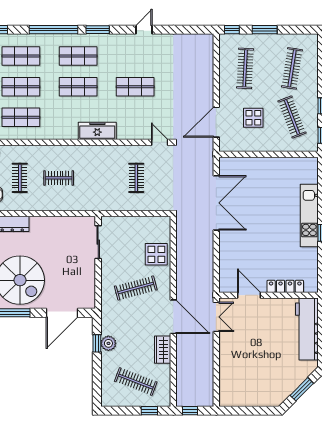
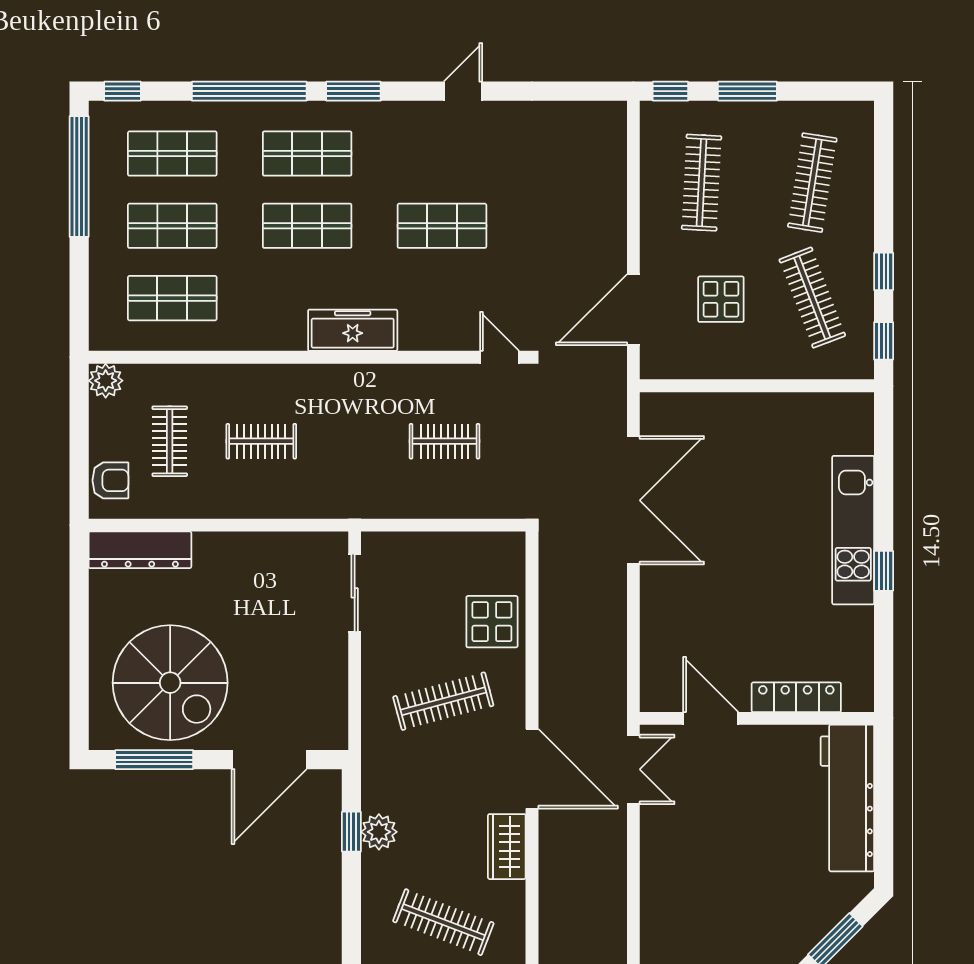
clothes rail: (136, 178) -> (445, 441), turned 90

